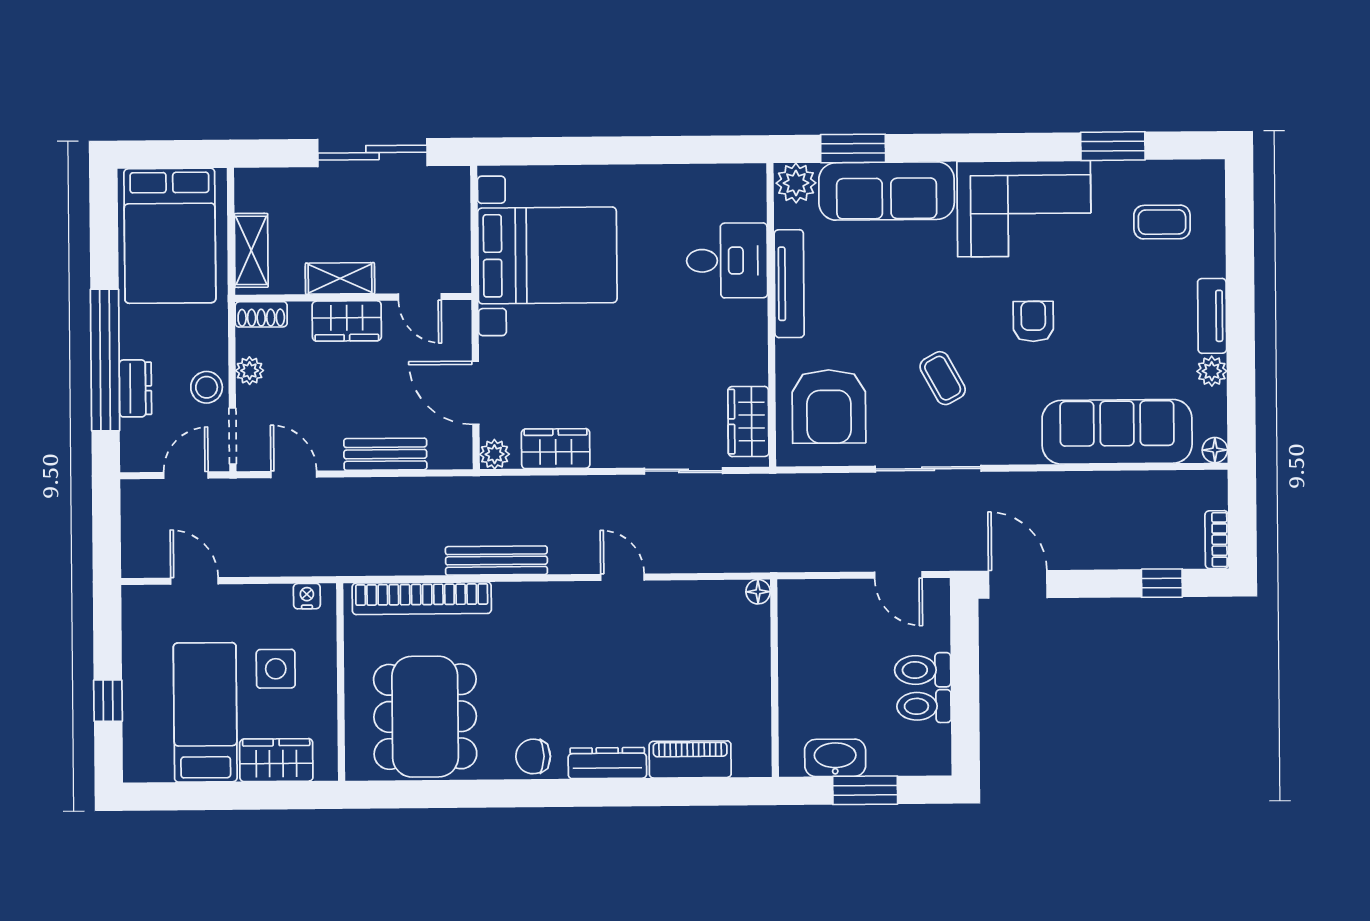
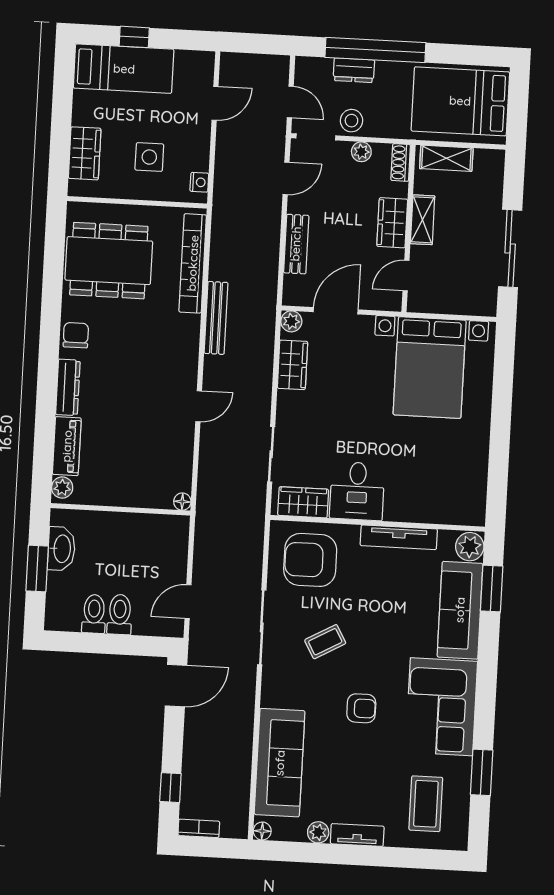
coffee table: (1162, 222) -> (426, 804), width x1.36, depth x1.30
desk: (727, 261) -> (357, 491), moved
bed: (205, 712) -> (124, 69), moved
plant: (749, 762) -> (62, 488), added

